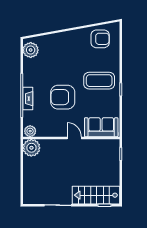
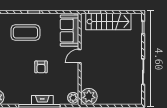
coffee table: (99, 81) -> (25, 33), turned 90
armchair: (63, 97) -> (41, 67), width x0.53, depth x0.53
stairs: (96, 195) -> (108, 22), moved, turned -90

